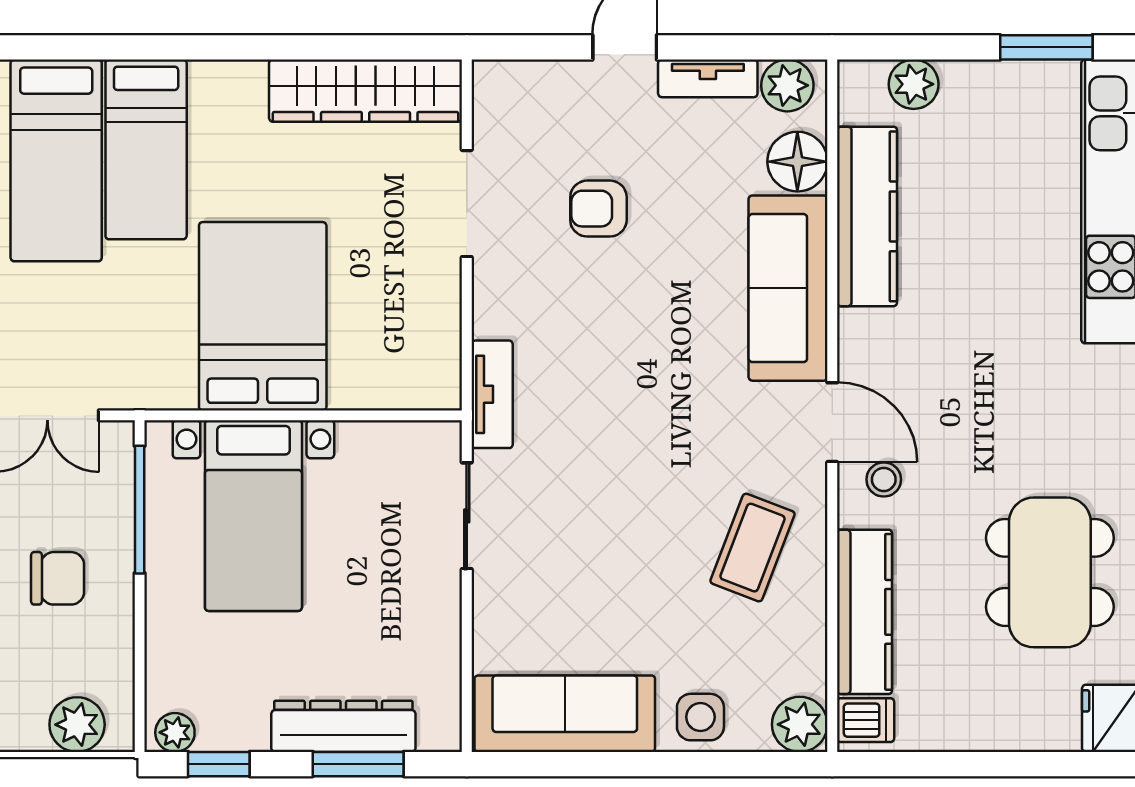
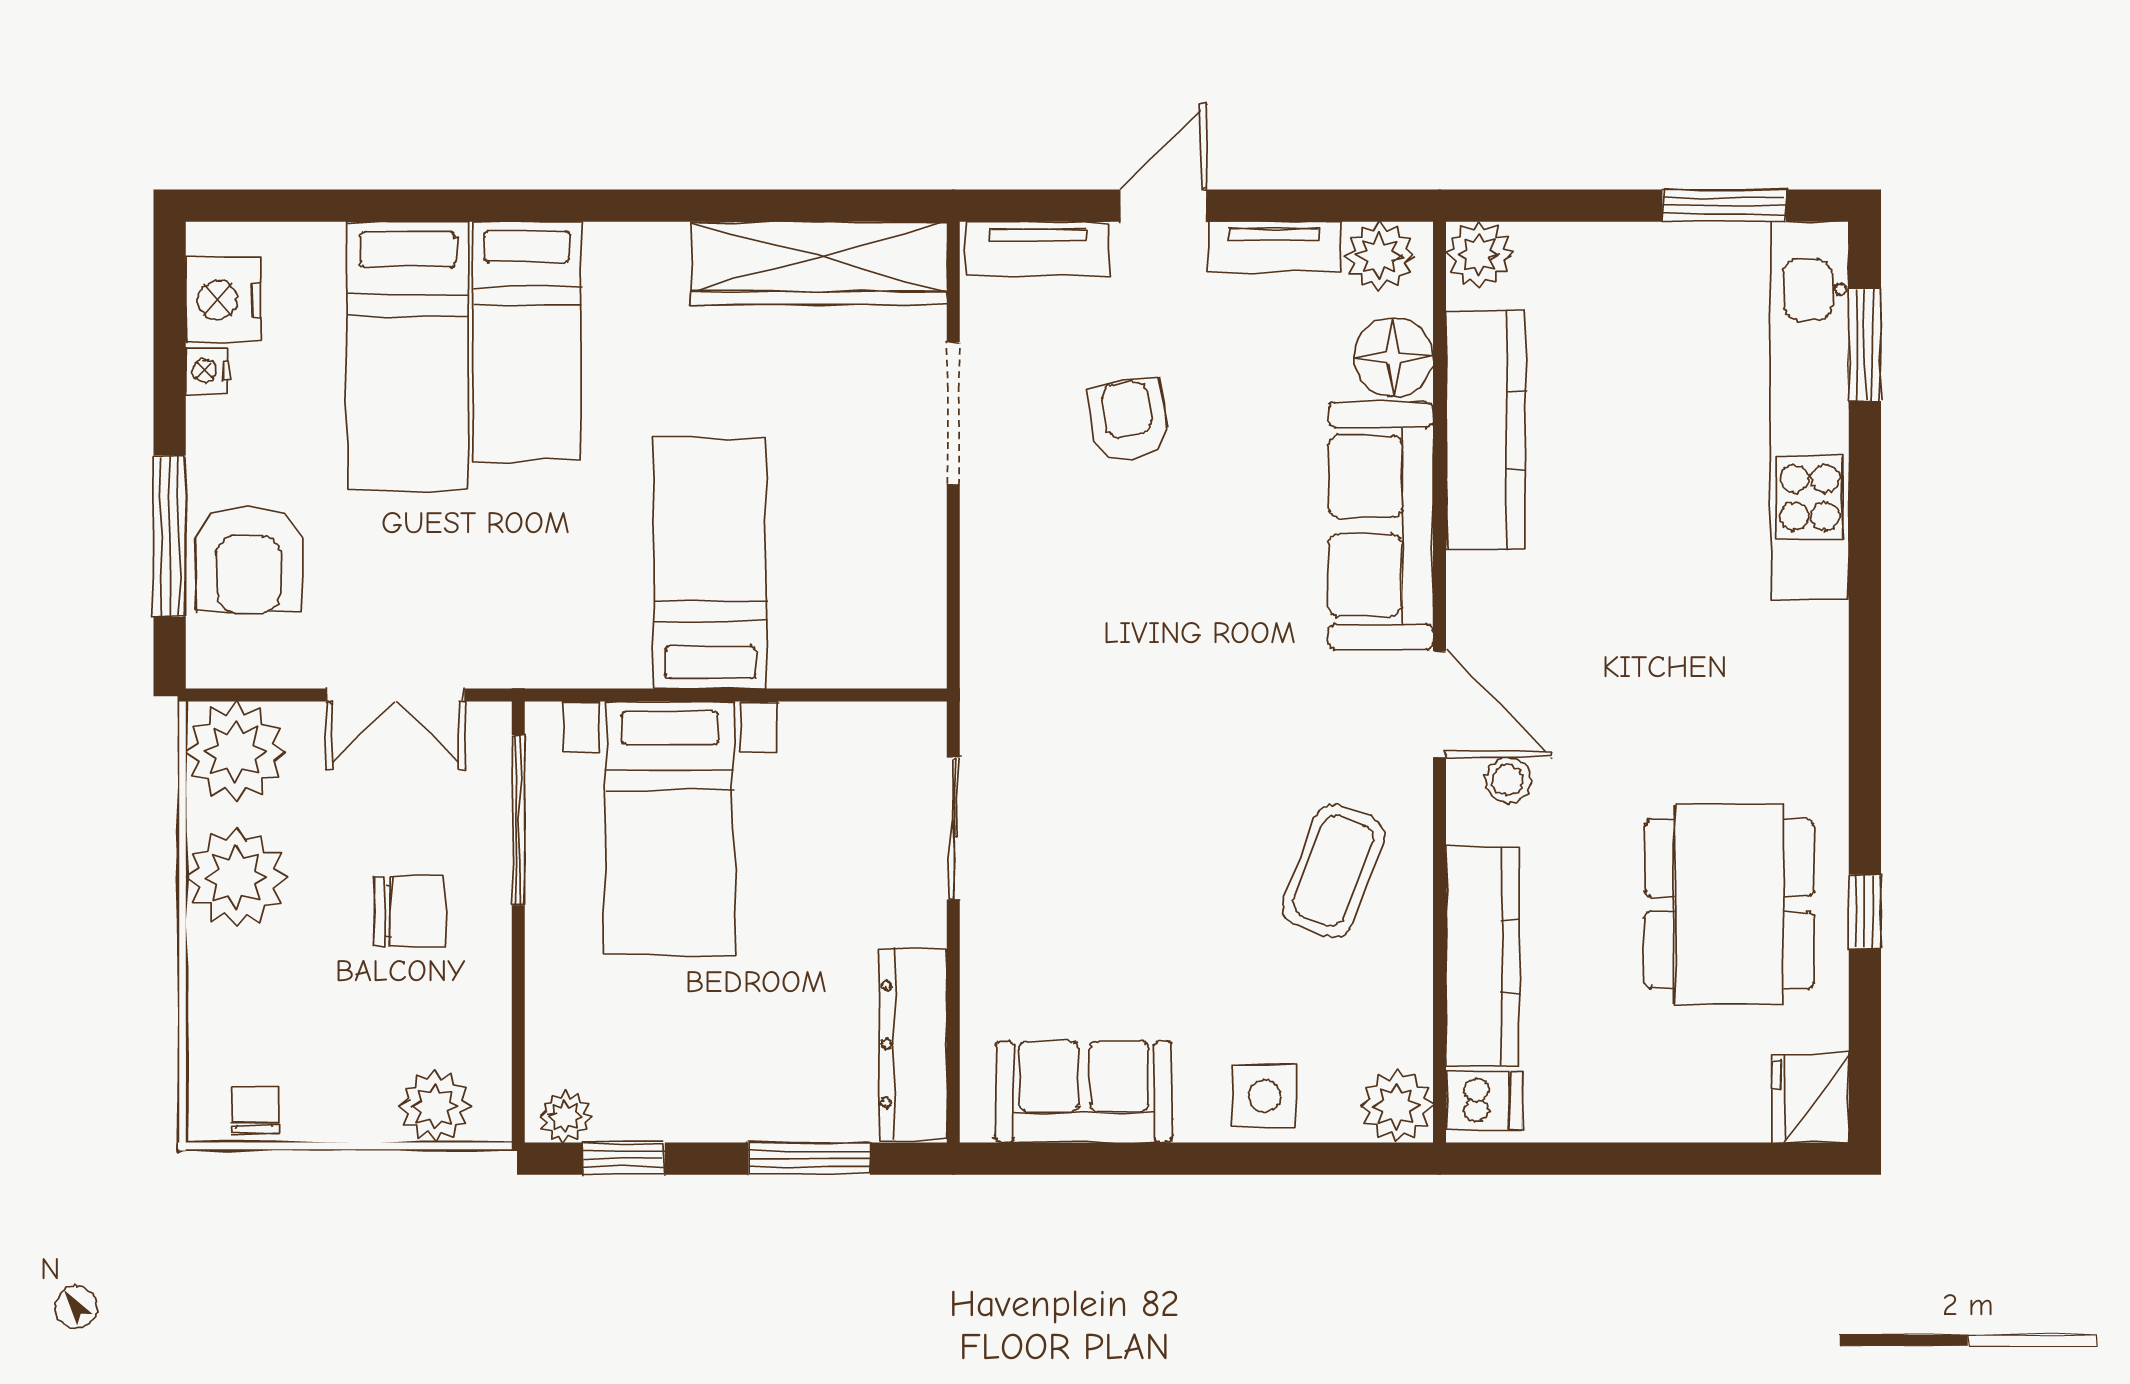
plant: (914, 84) -> (1479, 255), moved
armchair: (598, 209) -> (1129, 420), turned 81
bed: (263, 316) -> (710, 563), width x0.67
tv unit: (492, 394) -> (1038, 249), moved, turned 90
sofa: (565, 714) -> (1084, 1092), width x0.73
dresser: (343, 726) -> (913, 1044), moved, turned -90

